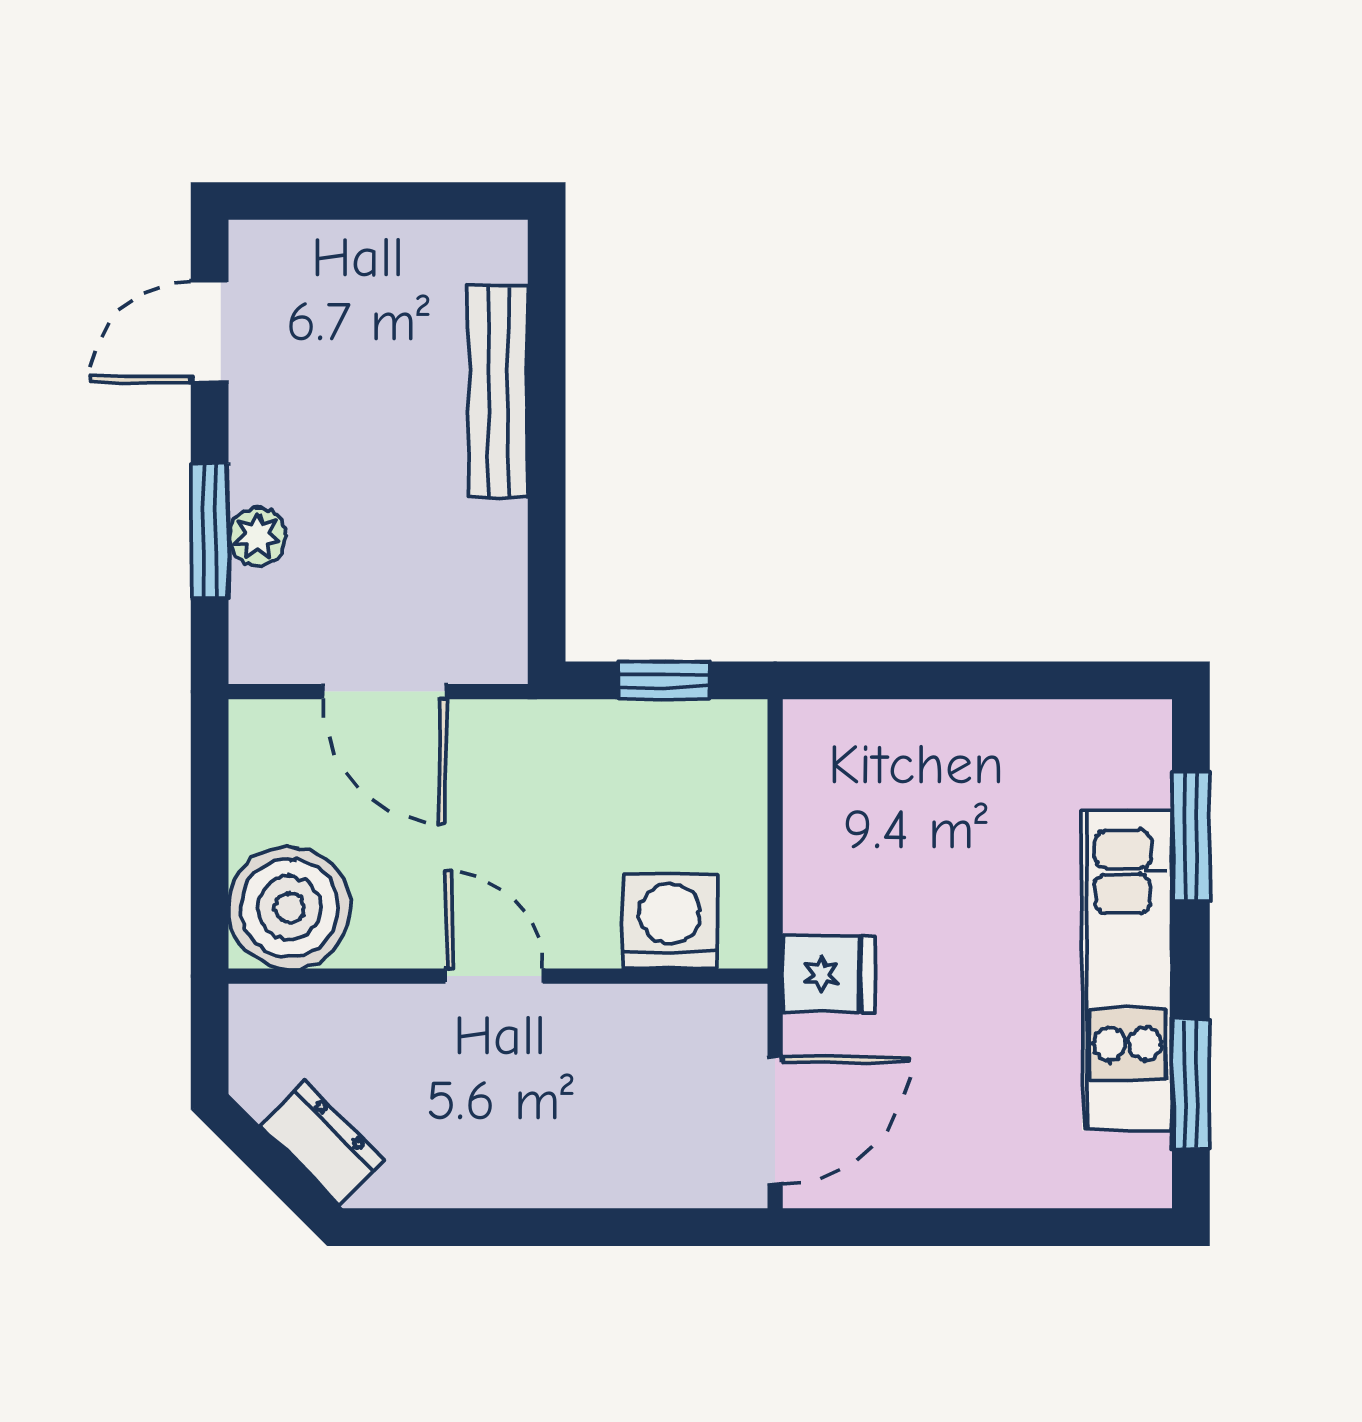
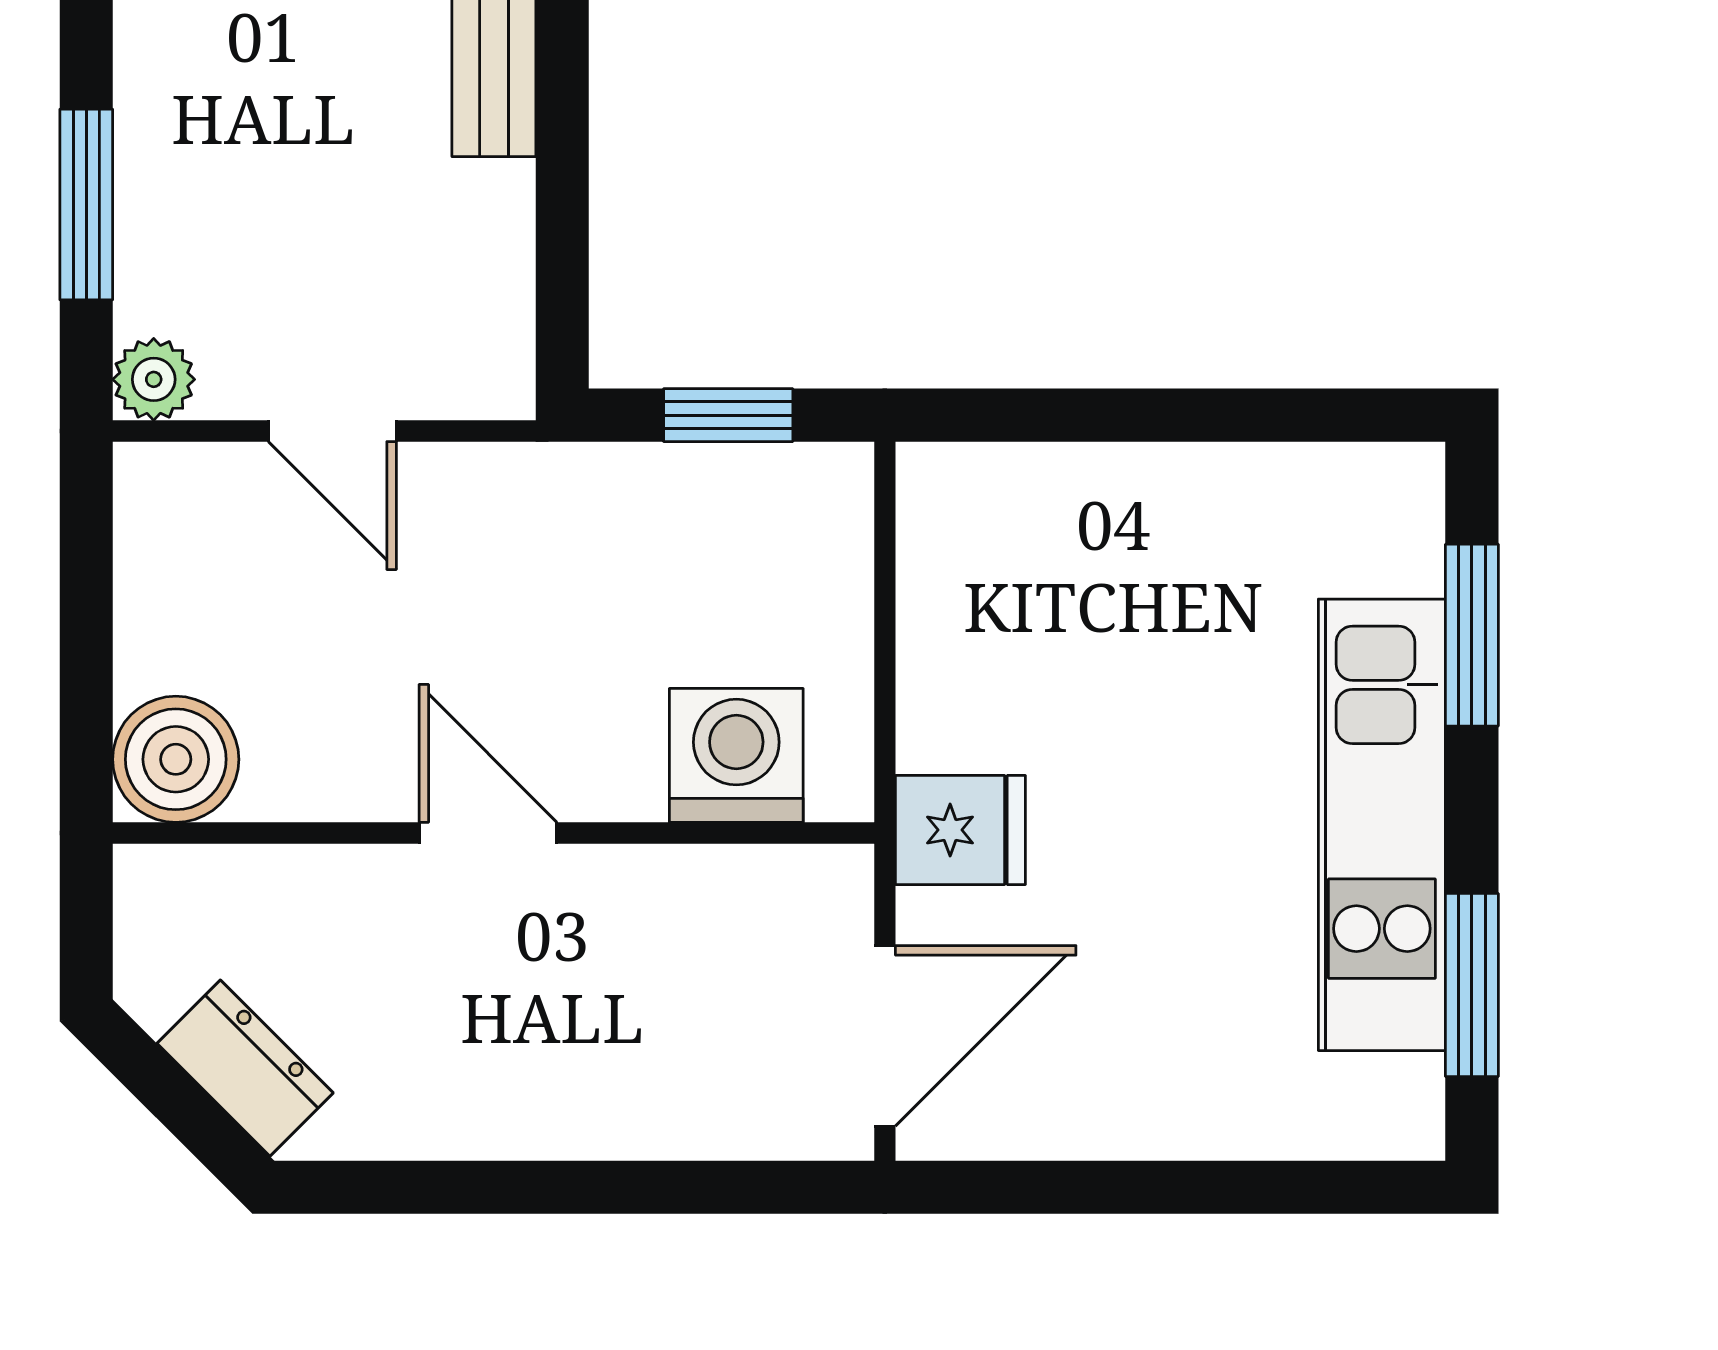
plant: (257, 537) -> (154, 379), moved
door: (384, 692) -> (332, 431), width x0.73
boiler: (289, 908) -> (176, 759), width x0.73, depth x0.73

